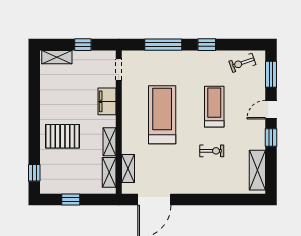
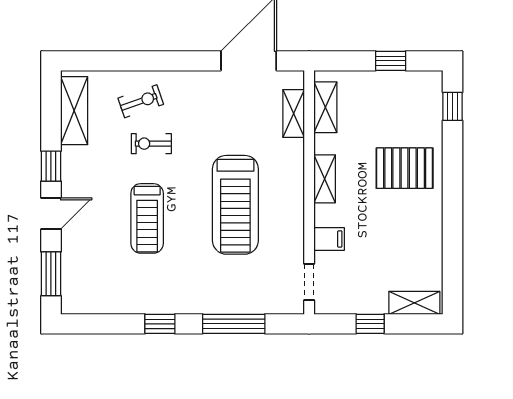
exercise bike: (242, 63) -> (141, 101), moved
filing cabinet: (107, 101) -> (329, 239), width x0.50
shelving: (110, 142) -> (325, 179), moved

